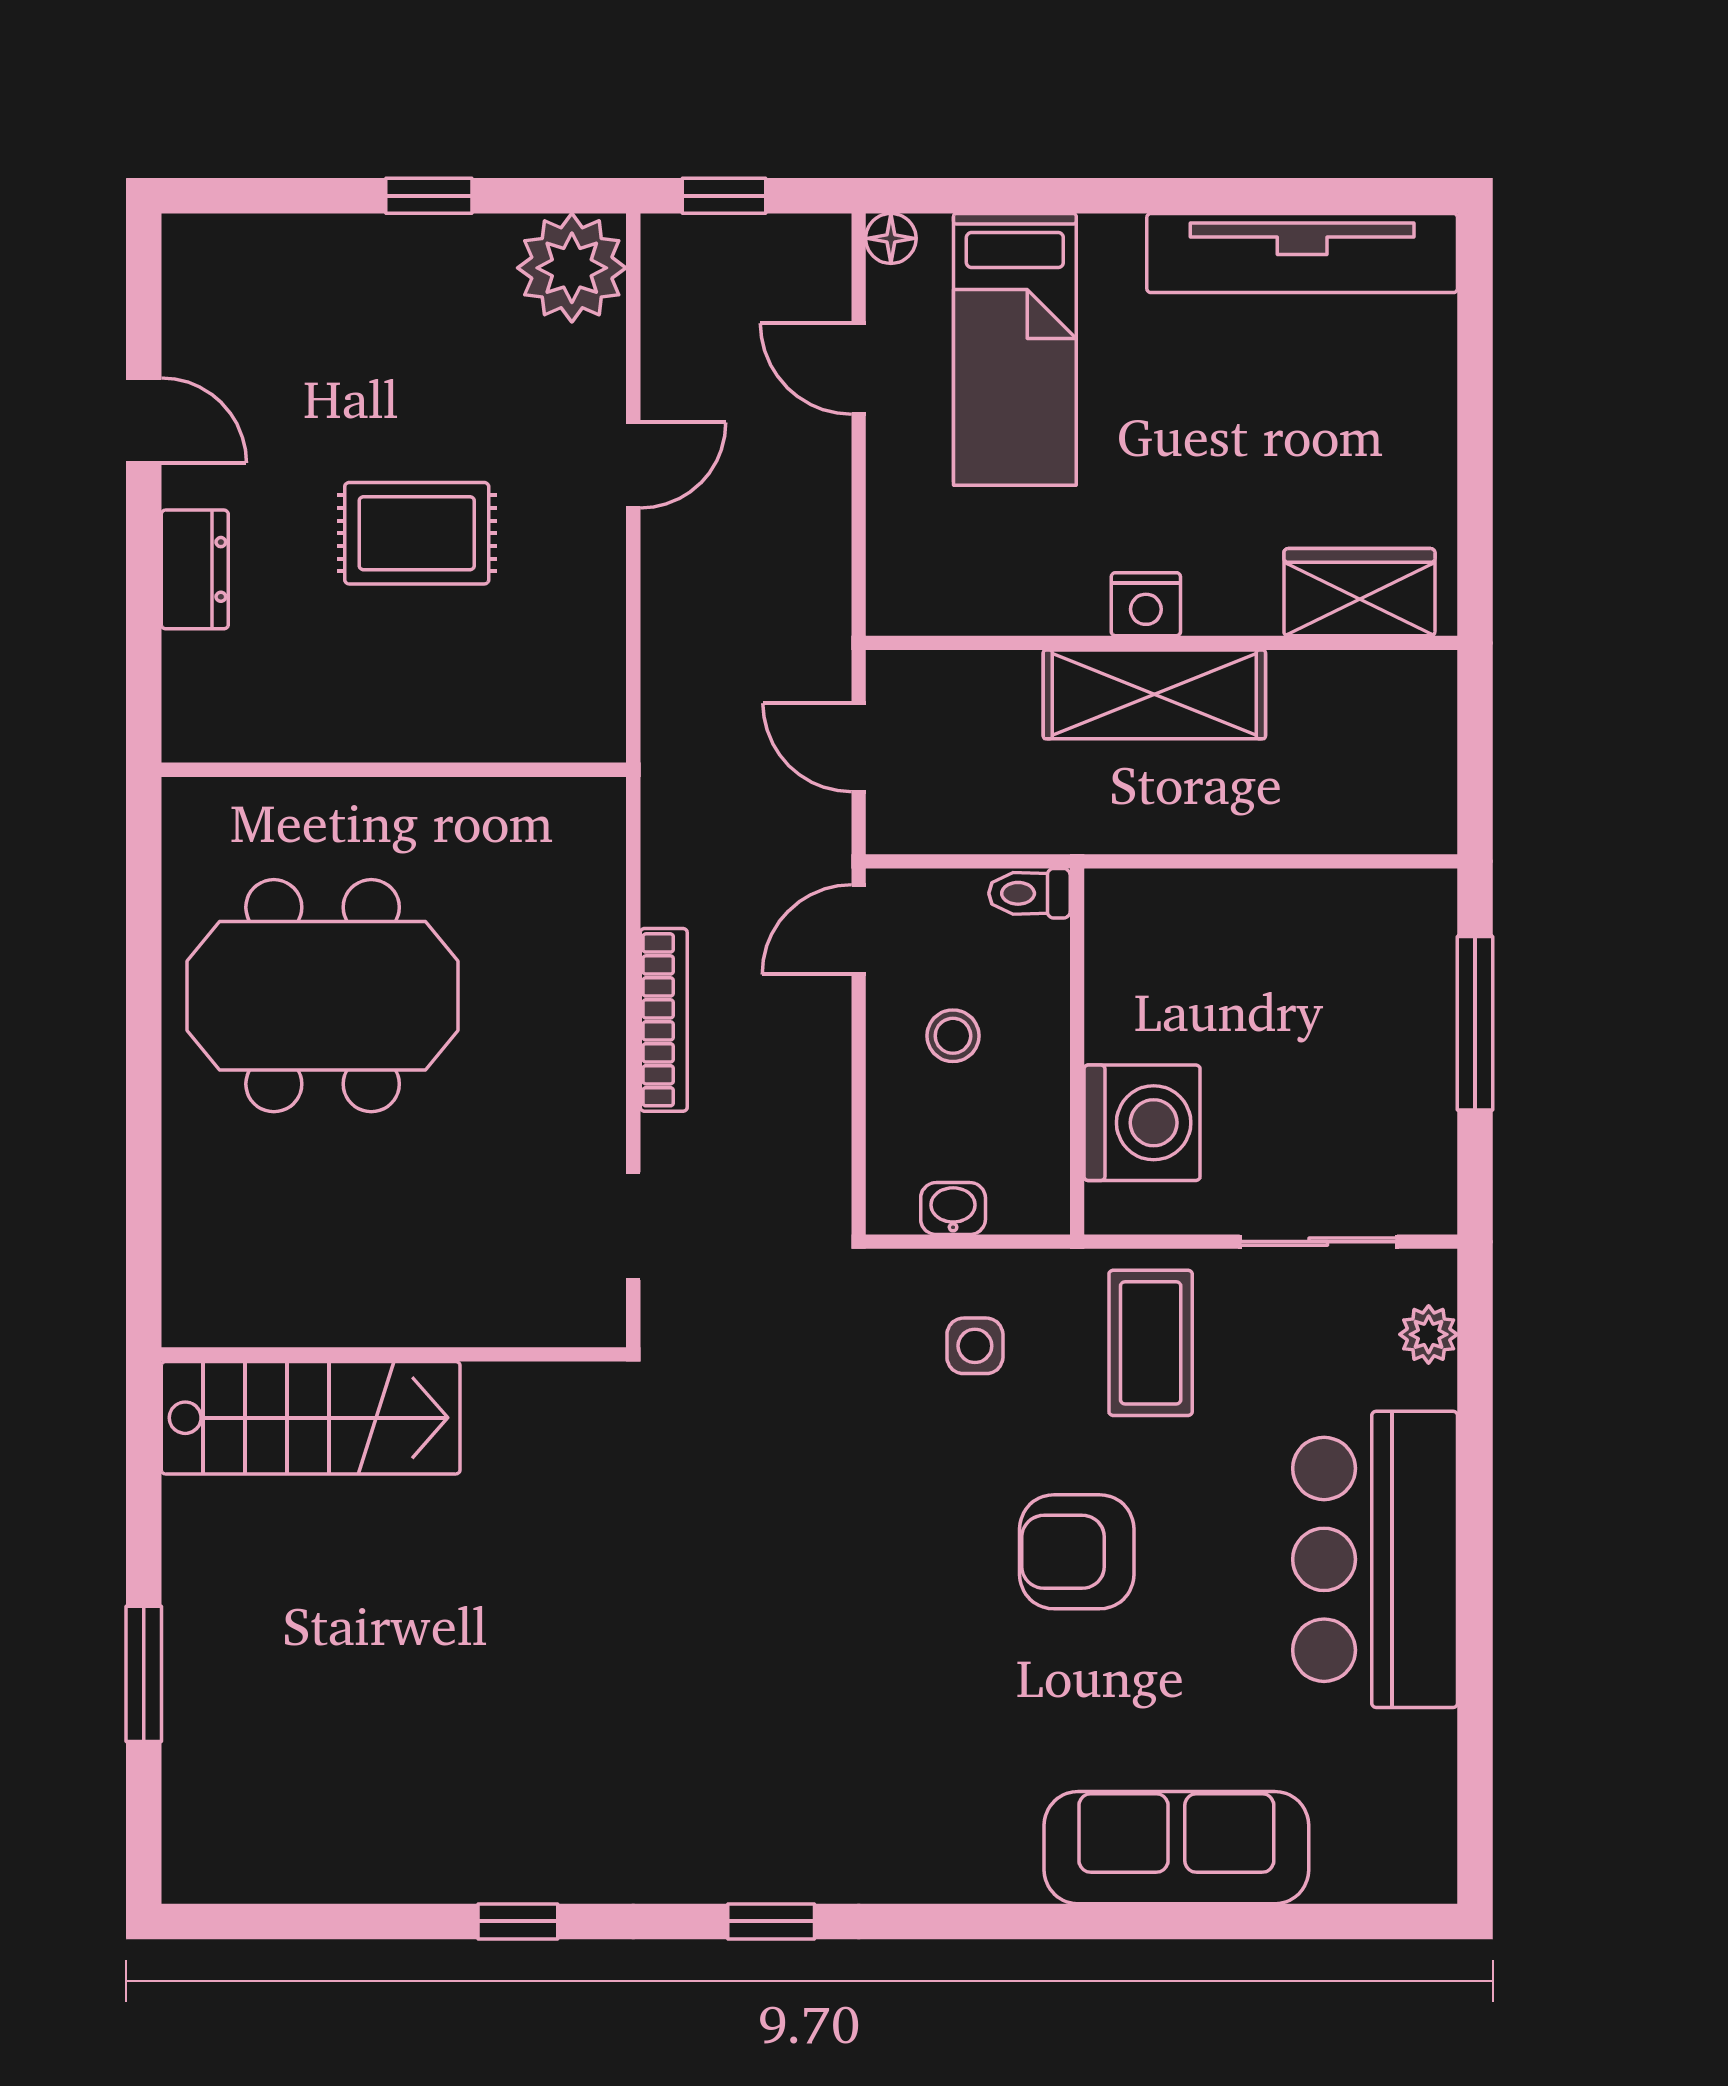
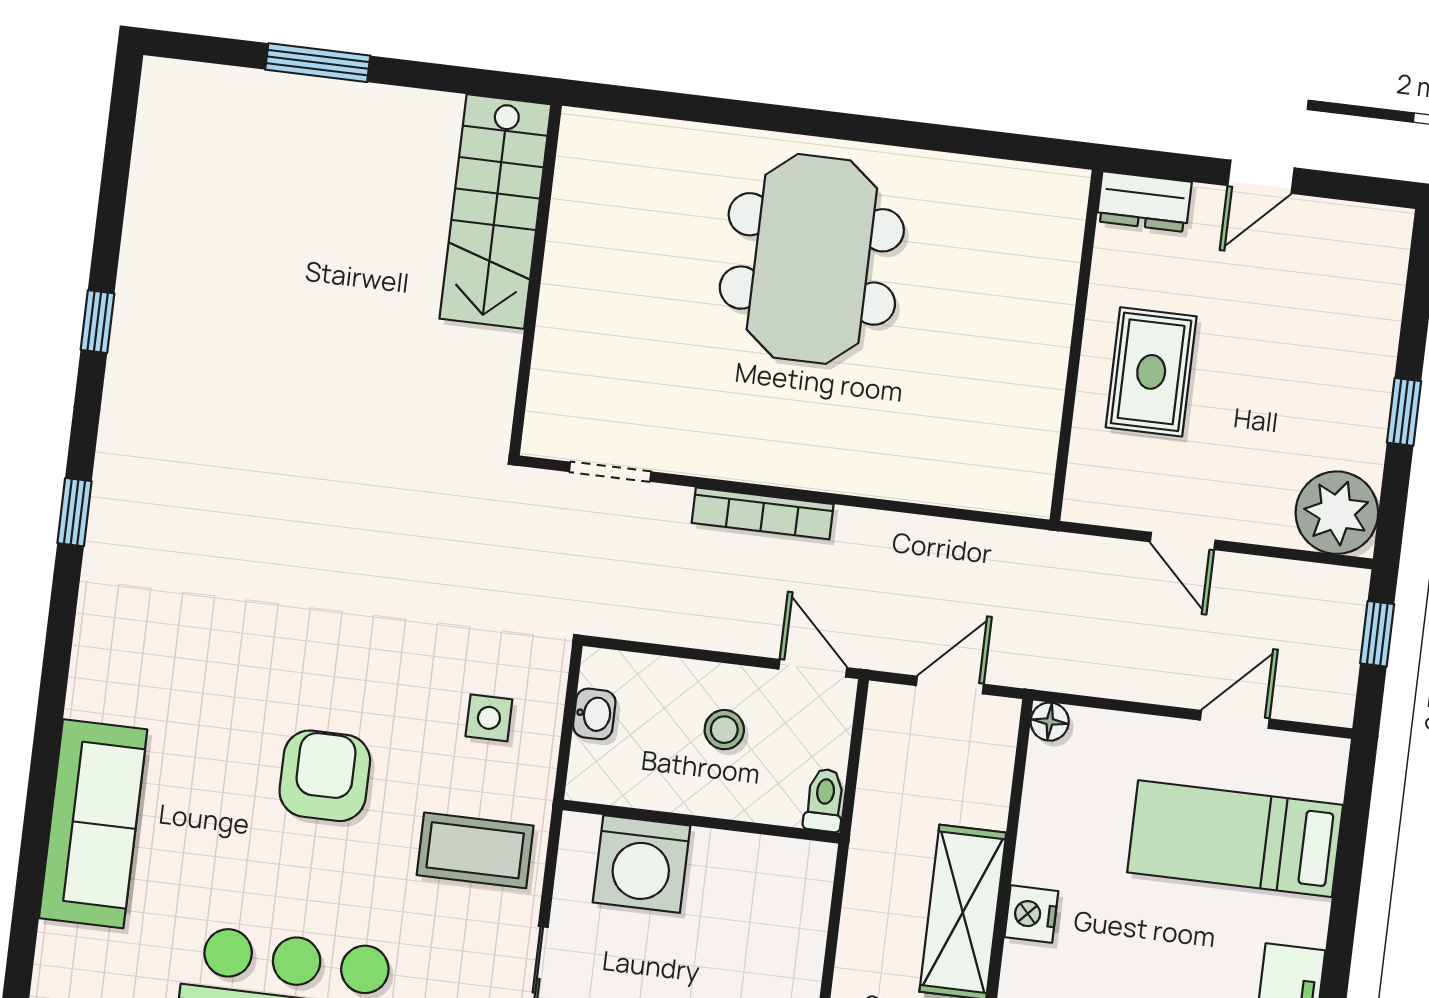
floor lamp: (891, 238) -> (1050, 722), moved
wall: (394, 770) -> (1076, 345), moved

